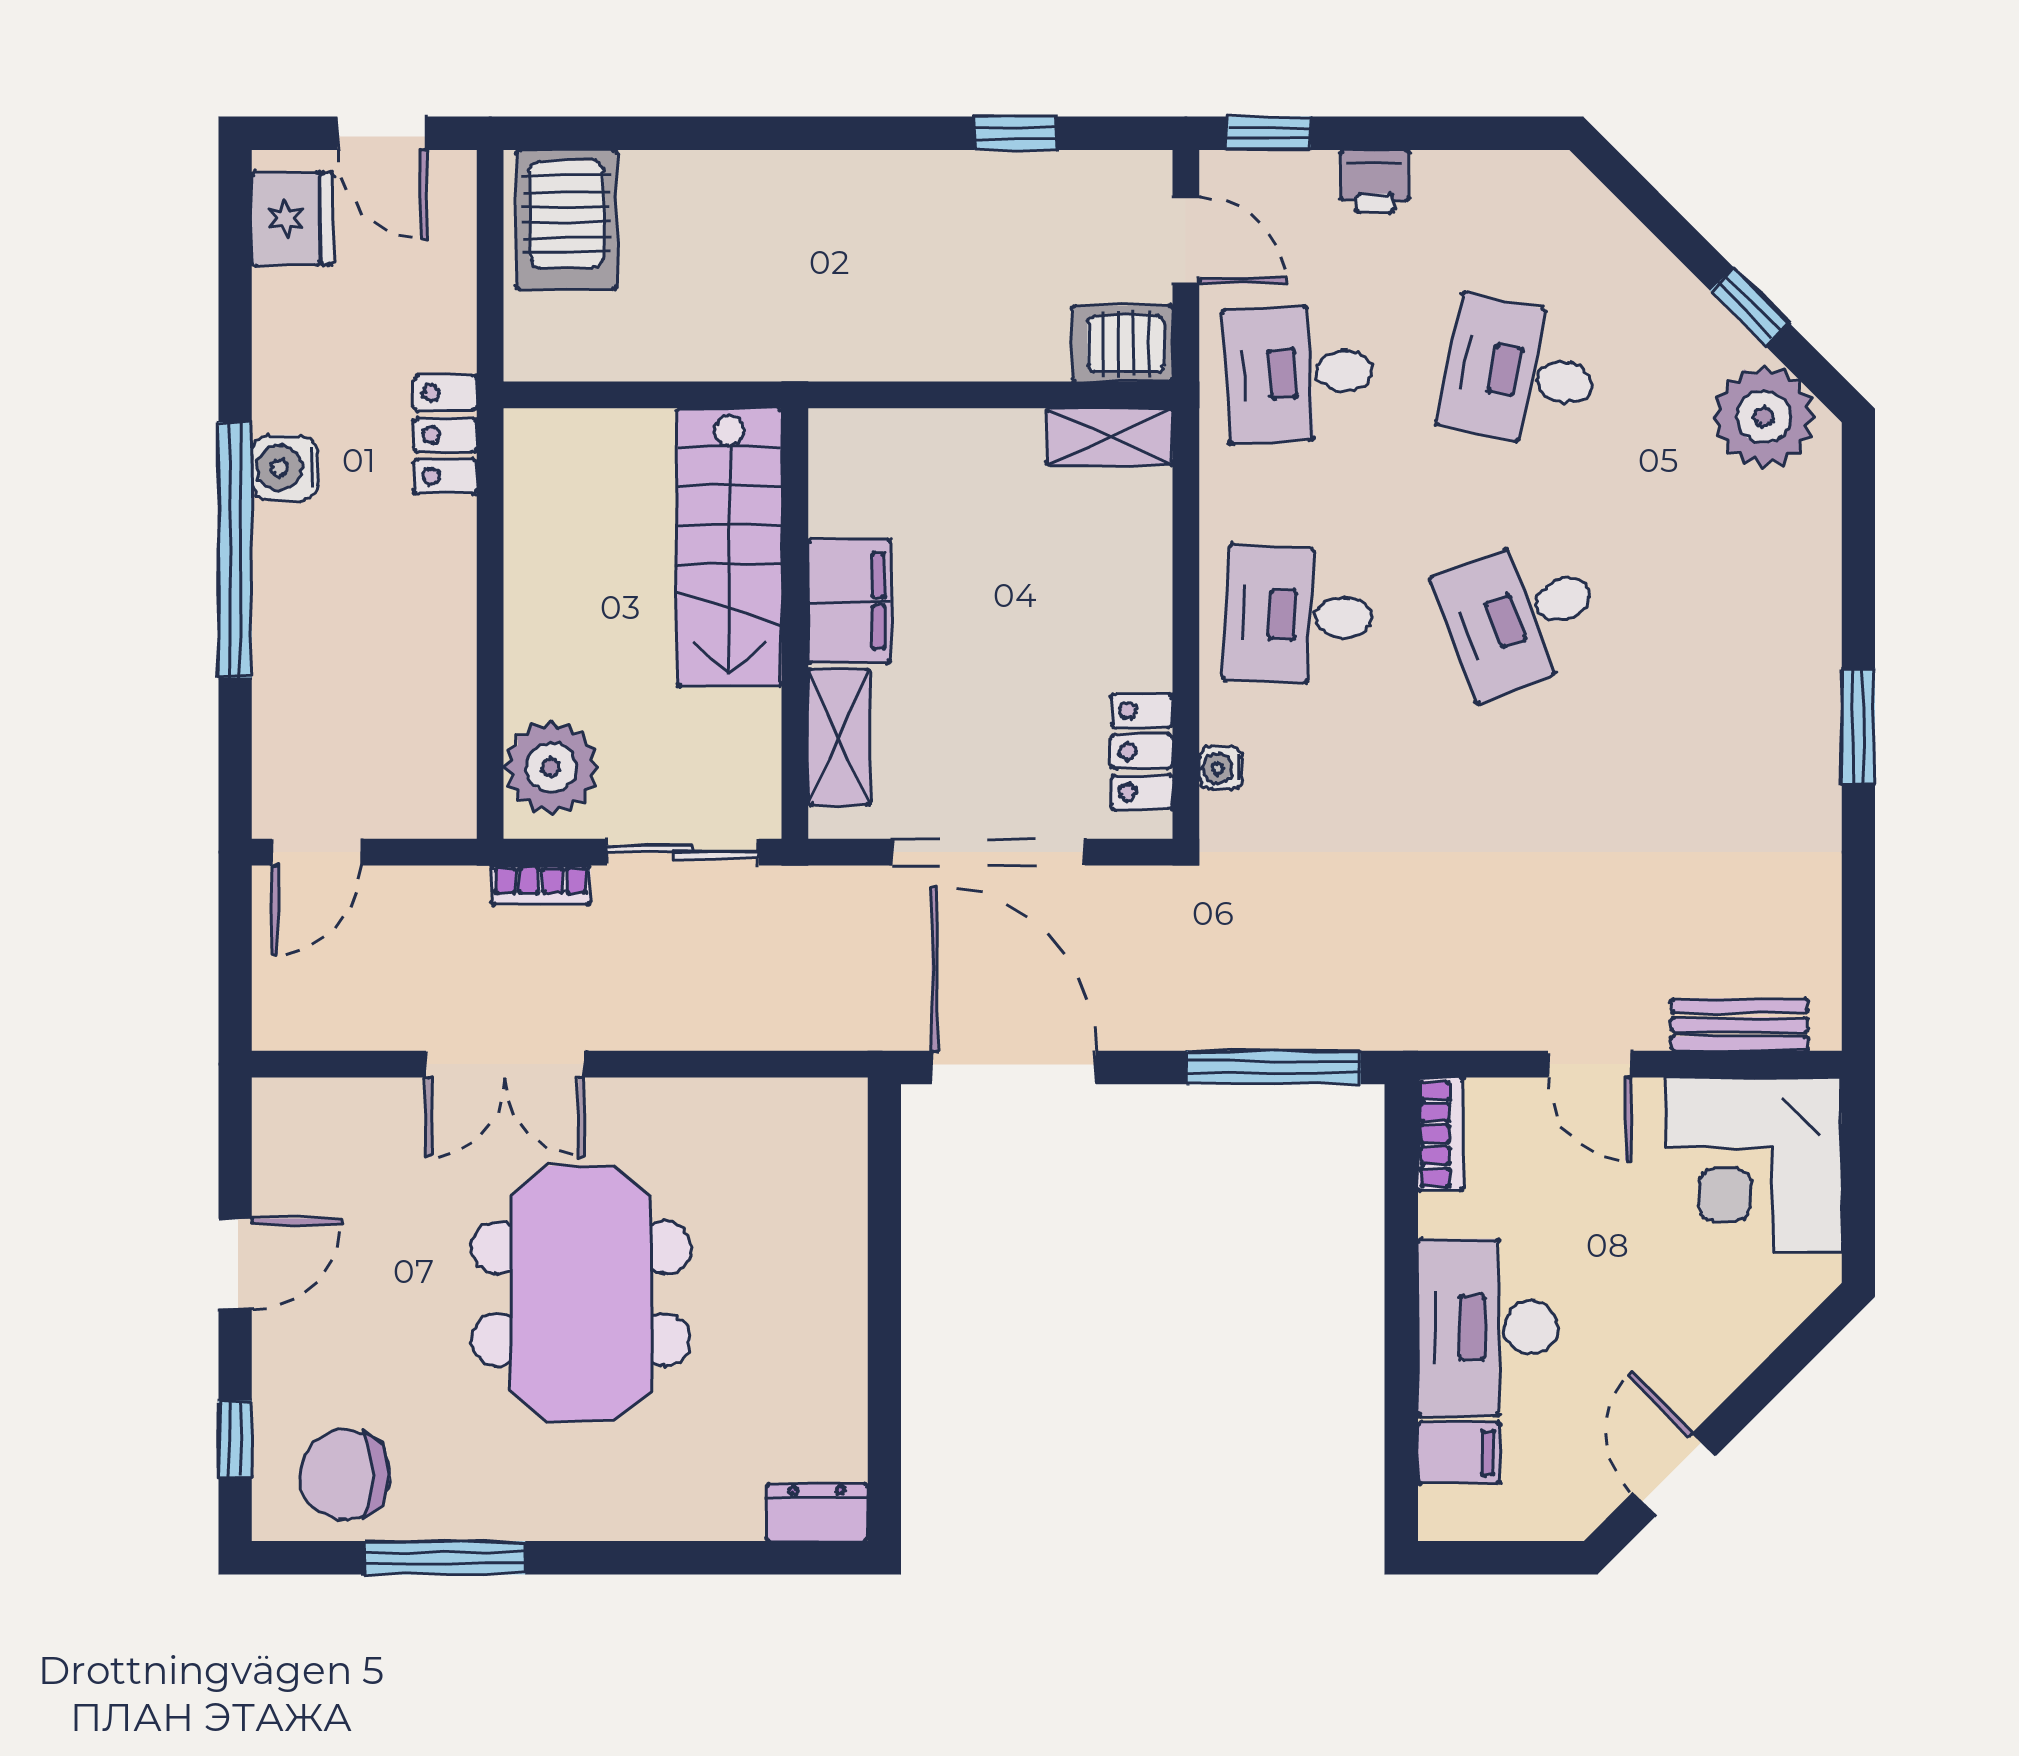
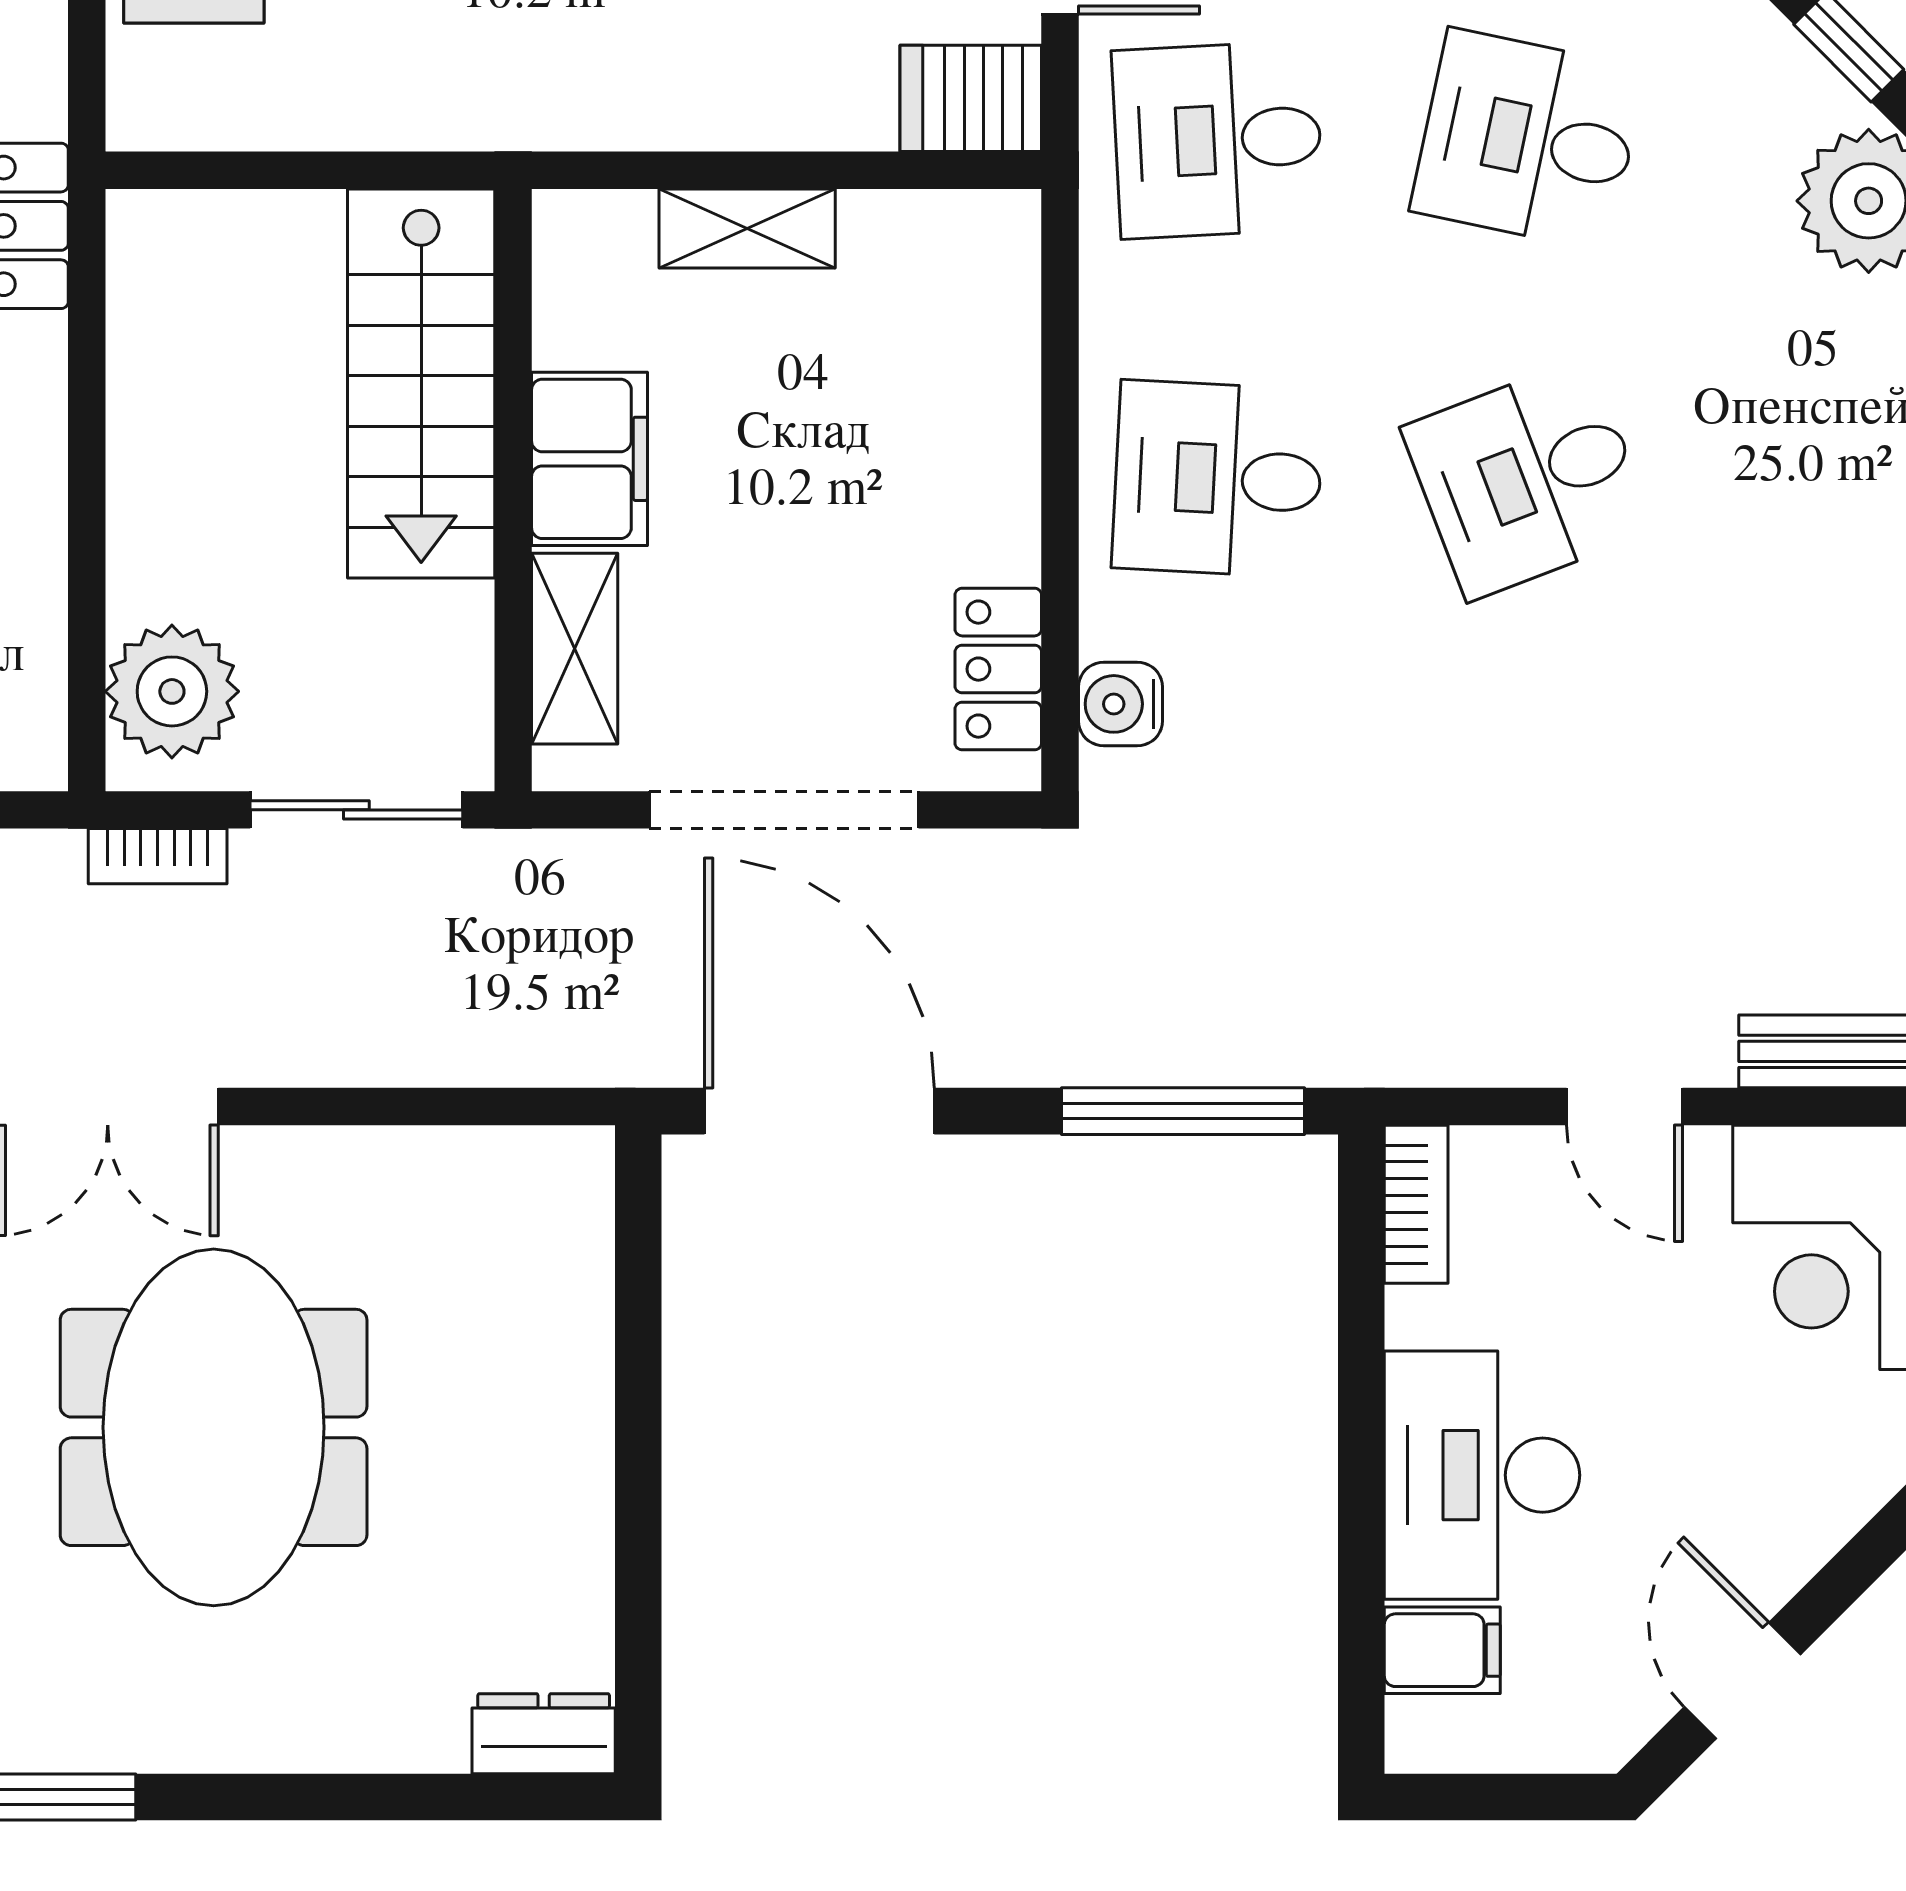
shelving: (1110, 437) -> (747, 228), moved
water cooler: (1221, 768) -> (1120, 704), width x1.38, depth x1.38

